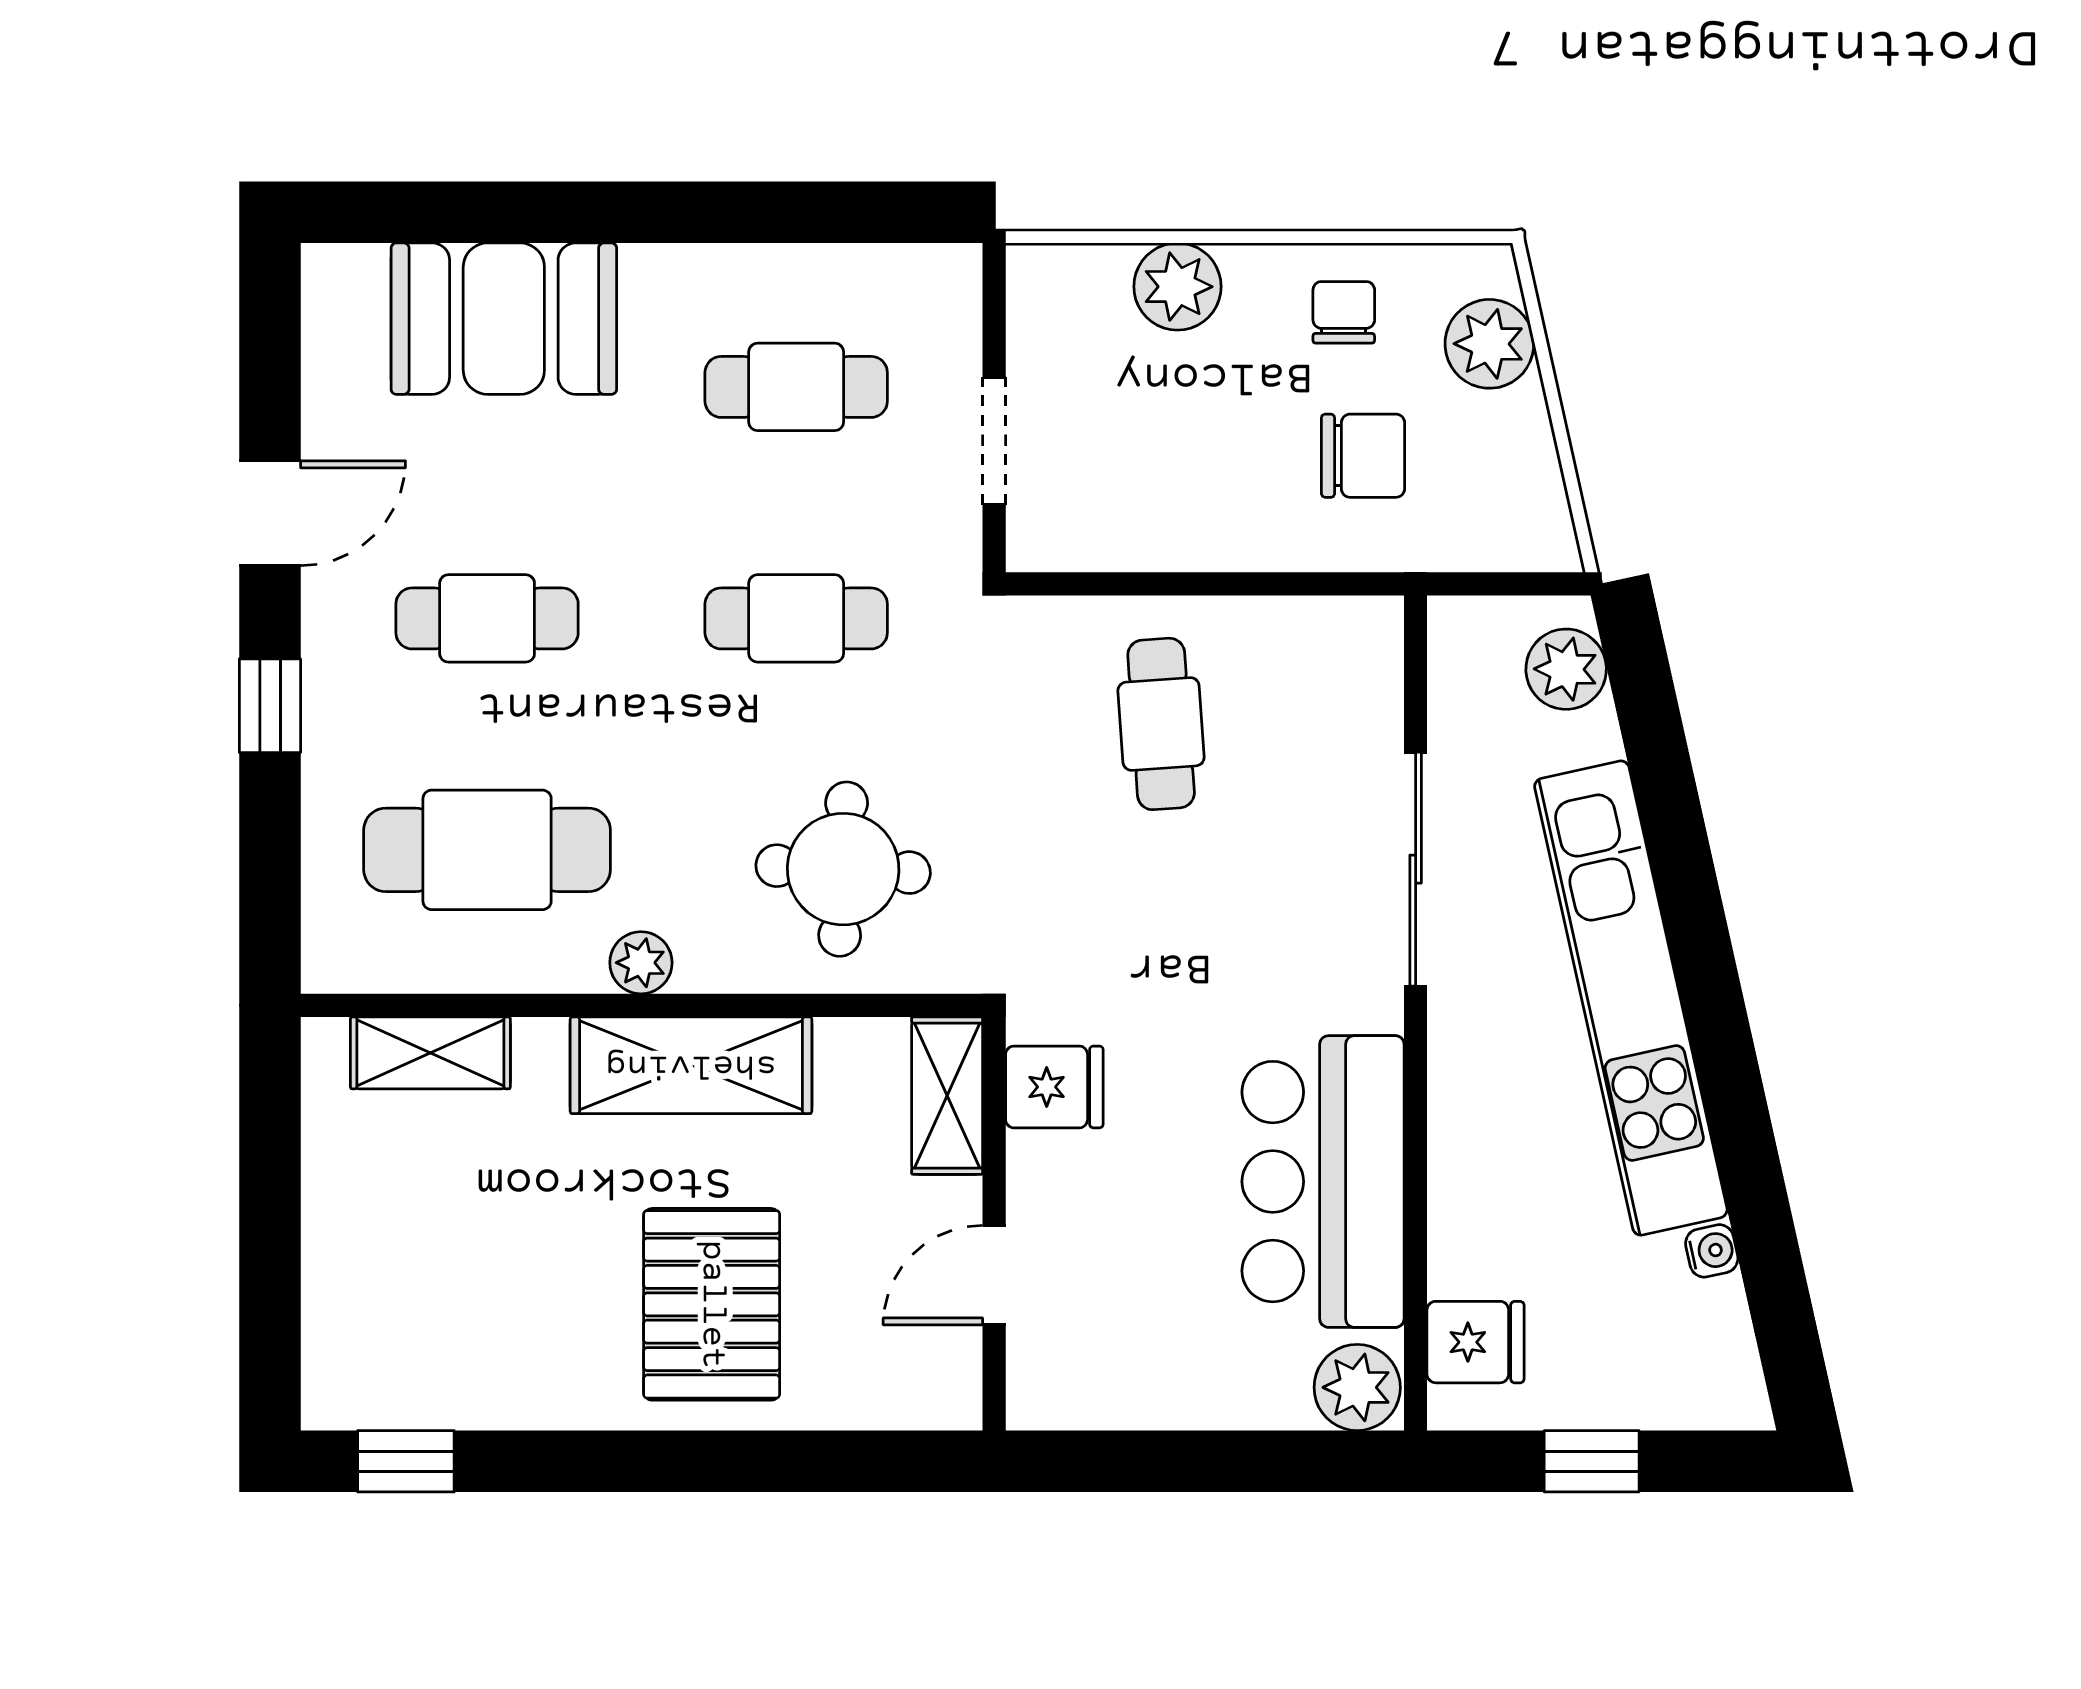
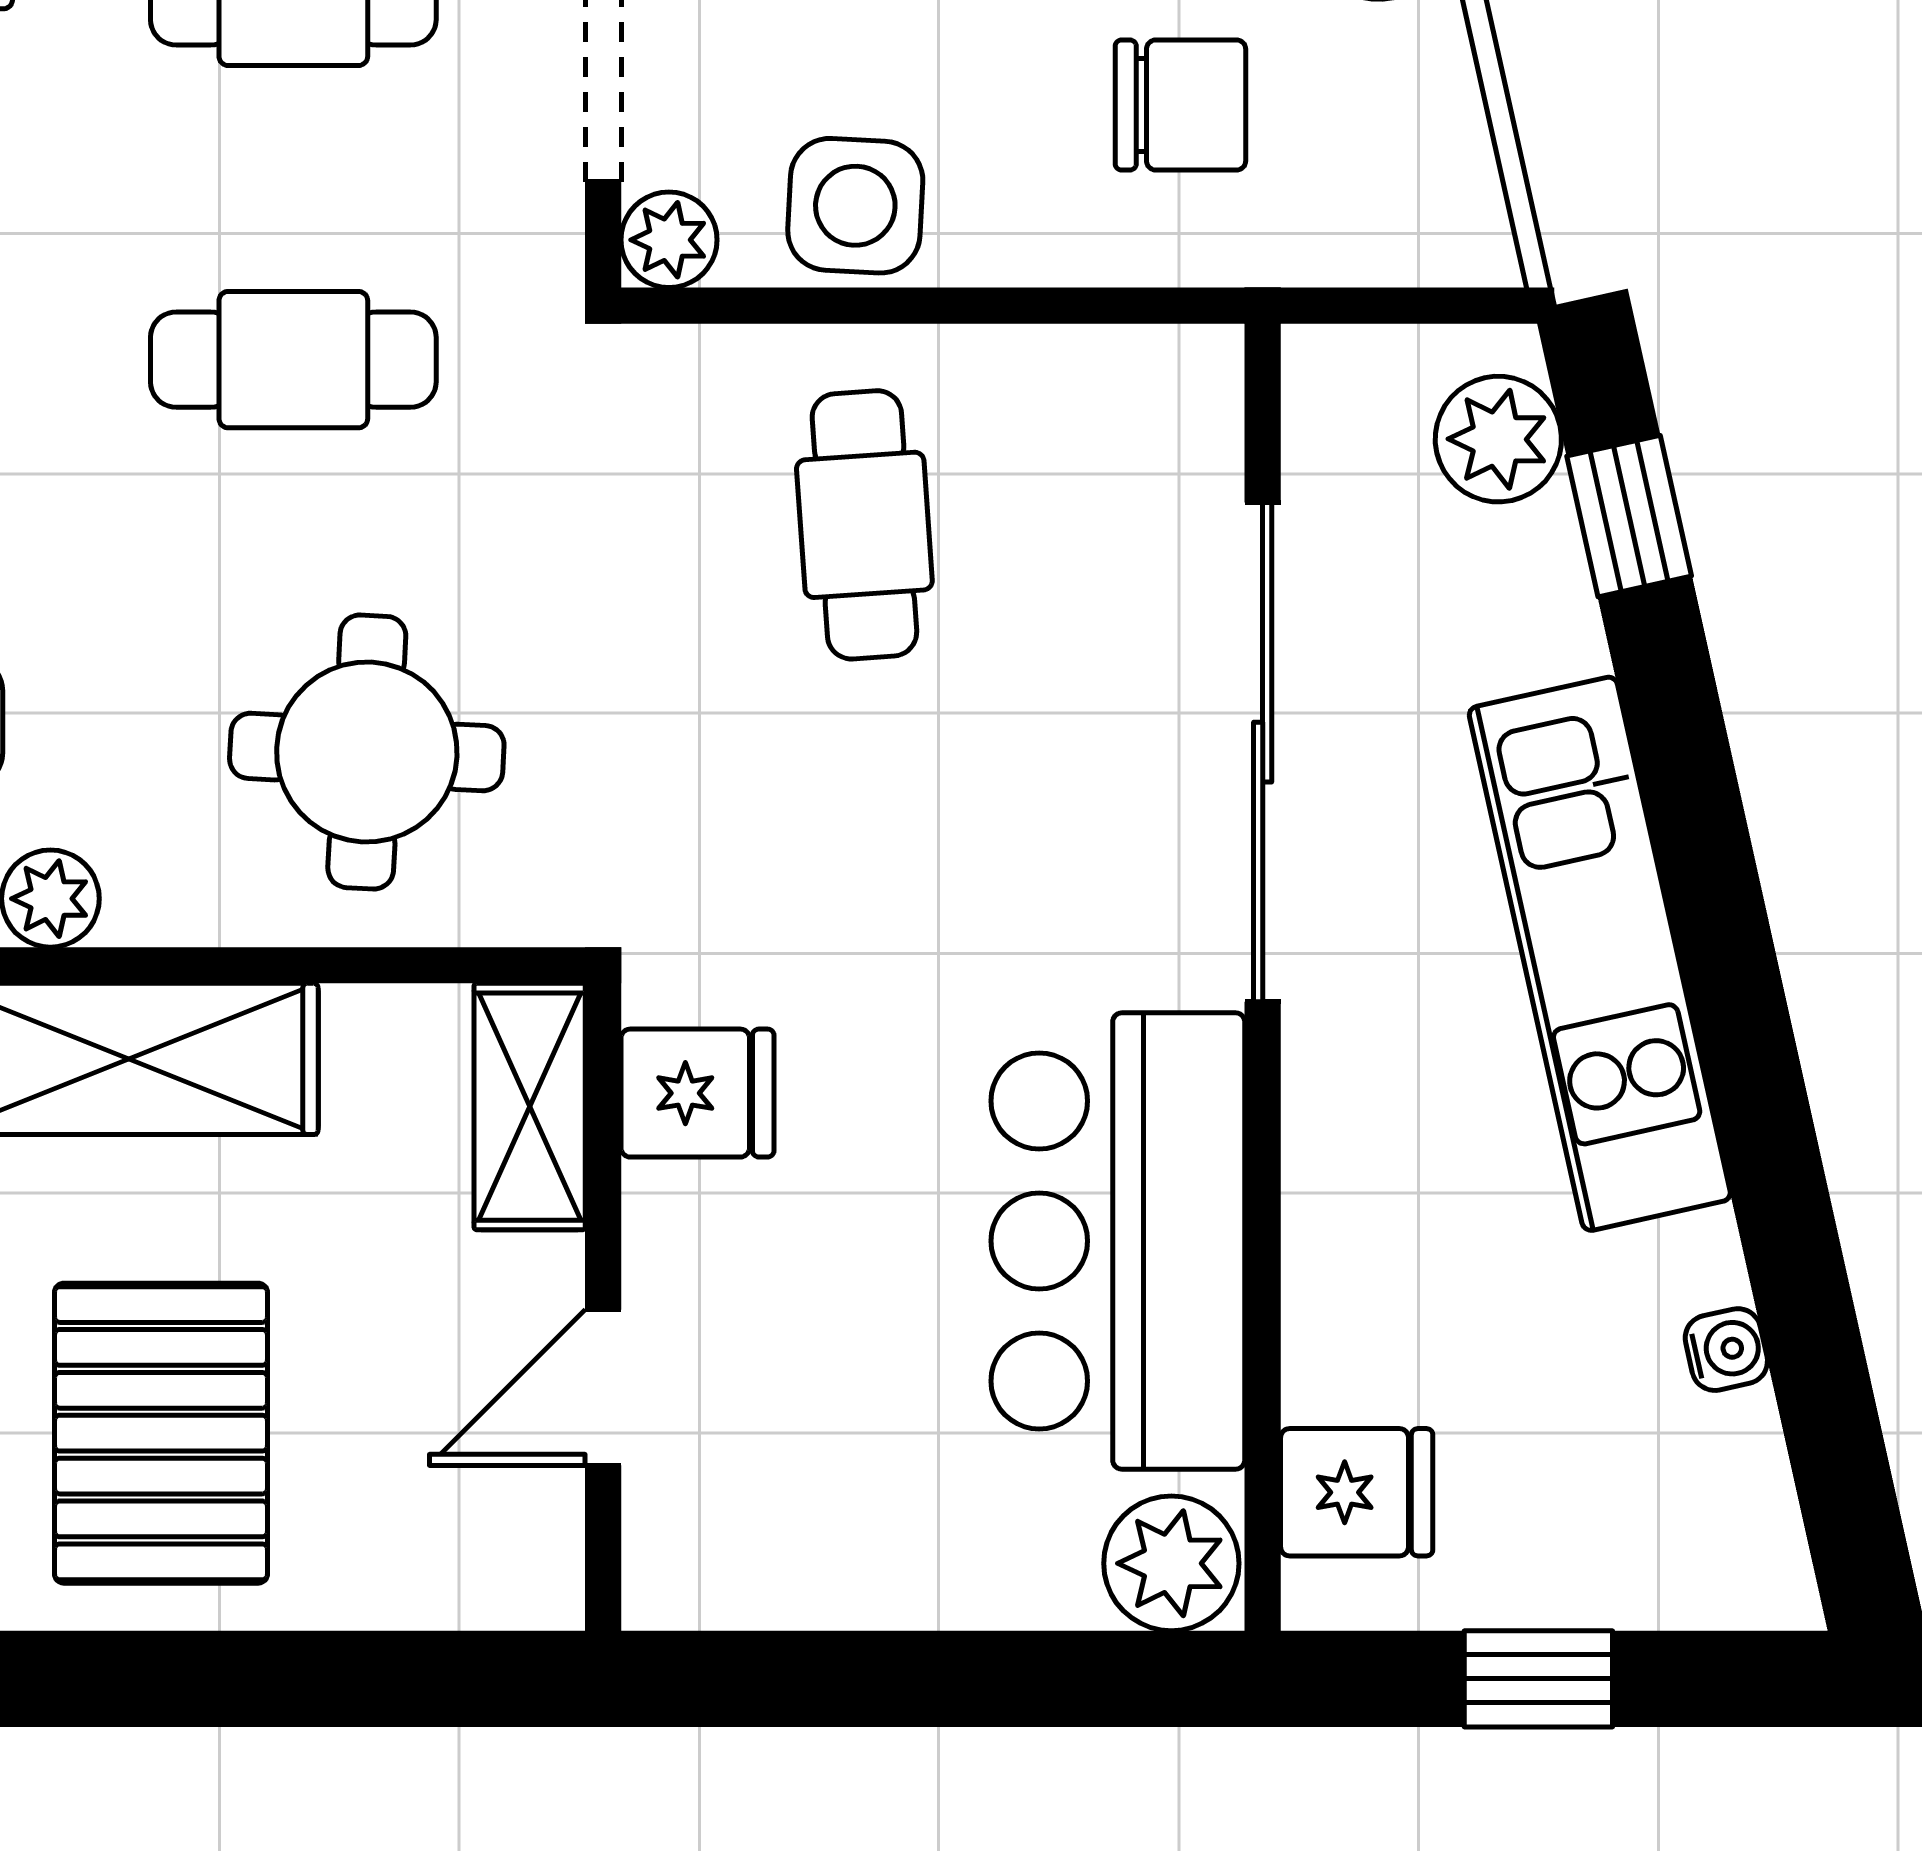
side table: (1155, 520) -> (855, 206), added
plant: (1036, 542) -> (669, 240), added
window: (1650, 718) -> (1629, 516), added
sliding door: (1416, 869) -> (1263, 752), width x1.36
kitchen unit: (1631, 998) -> (1600, 954), width x0.73

